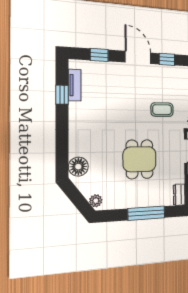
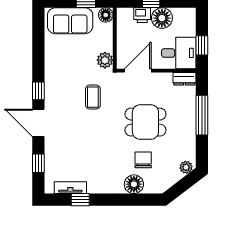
door: (138, 57) -> (38, 123), hinge flipped
chair: (103, 158) -> (143, 160), added
floor lamp: (78, 167) -> (134, 184), moved

